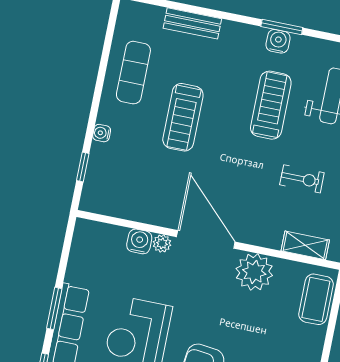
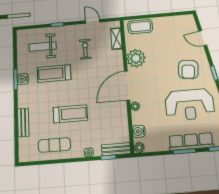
bench: (93, 185) -> (116, 149), added
plant: (84, 229) -> (139, 147), added
water cooler: (139, 241) -> (139, 131), moved

